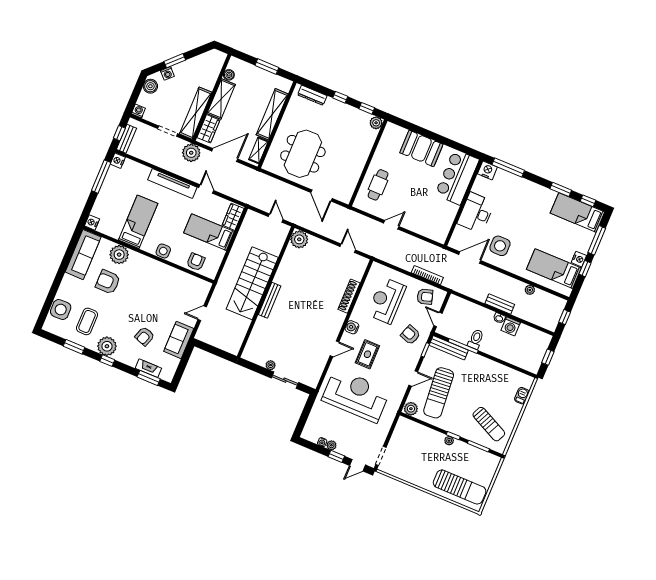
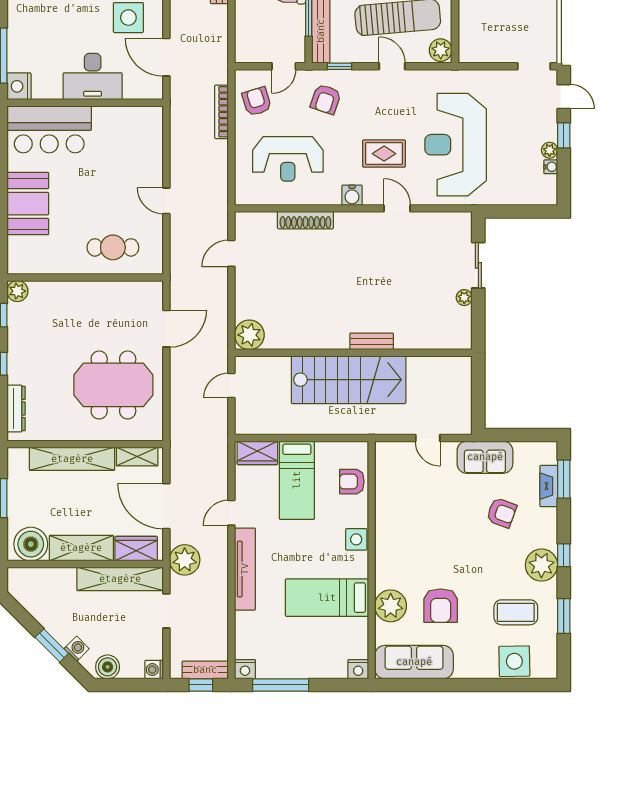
boiler: (229, 75) -> (31, 544), width x1.86, depth x1.86
bench: (270, 300) -> (372, 341), width x0.73

